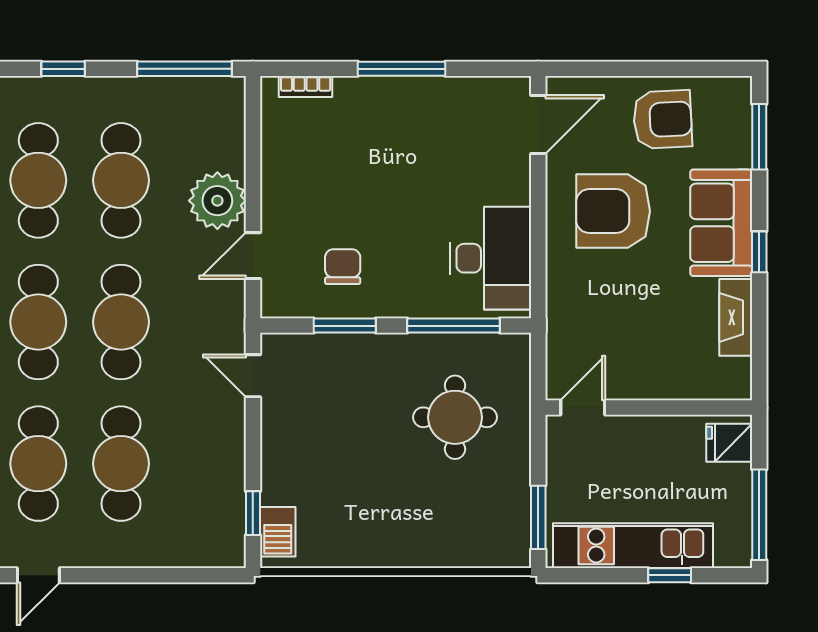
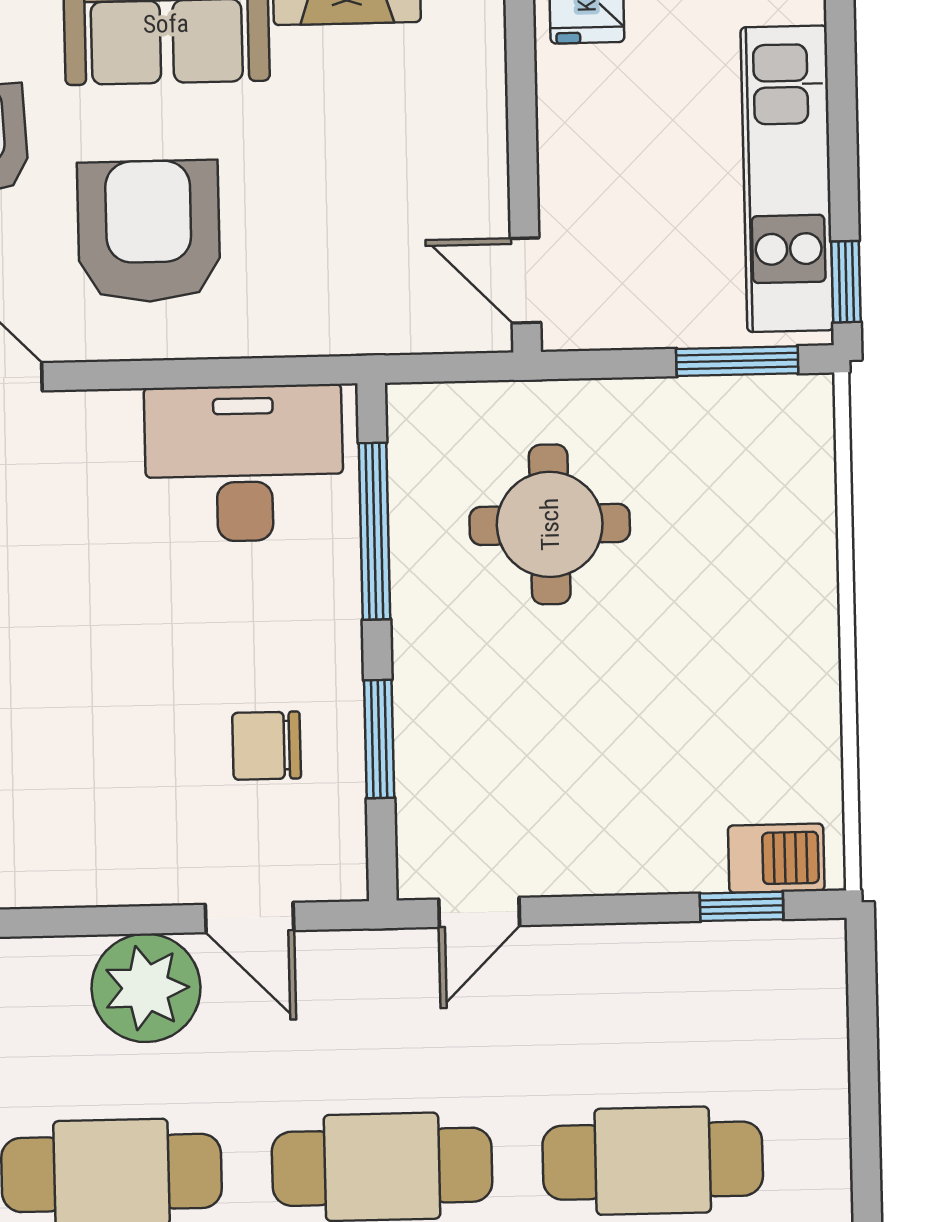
armchair: (613, 211) -> (149, 231), turned 180
window: (670, 575) -> (846, 282), moved

